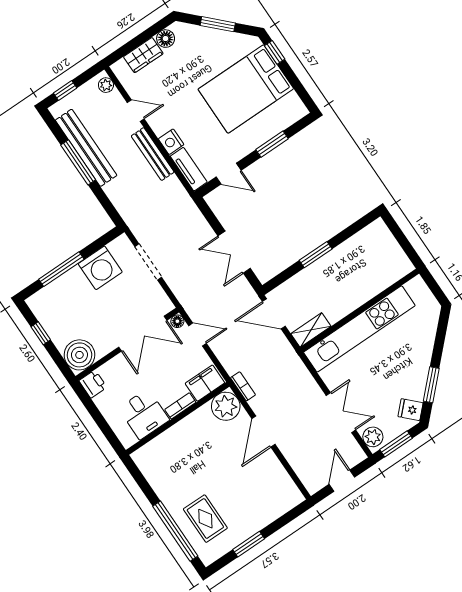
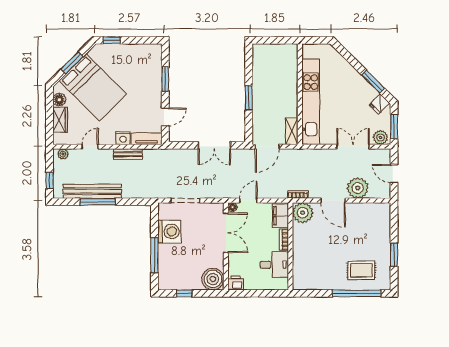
bed: (246, 89) -> (93, 87), moved, turned -45
bench: (153, 154) -> (128, 154), width x0.73
plant: (297, 450) -> (358, 188), added

